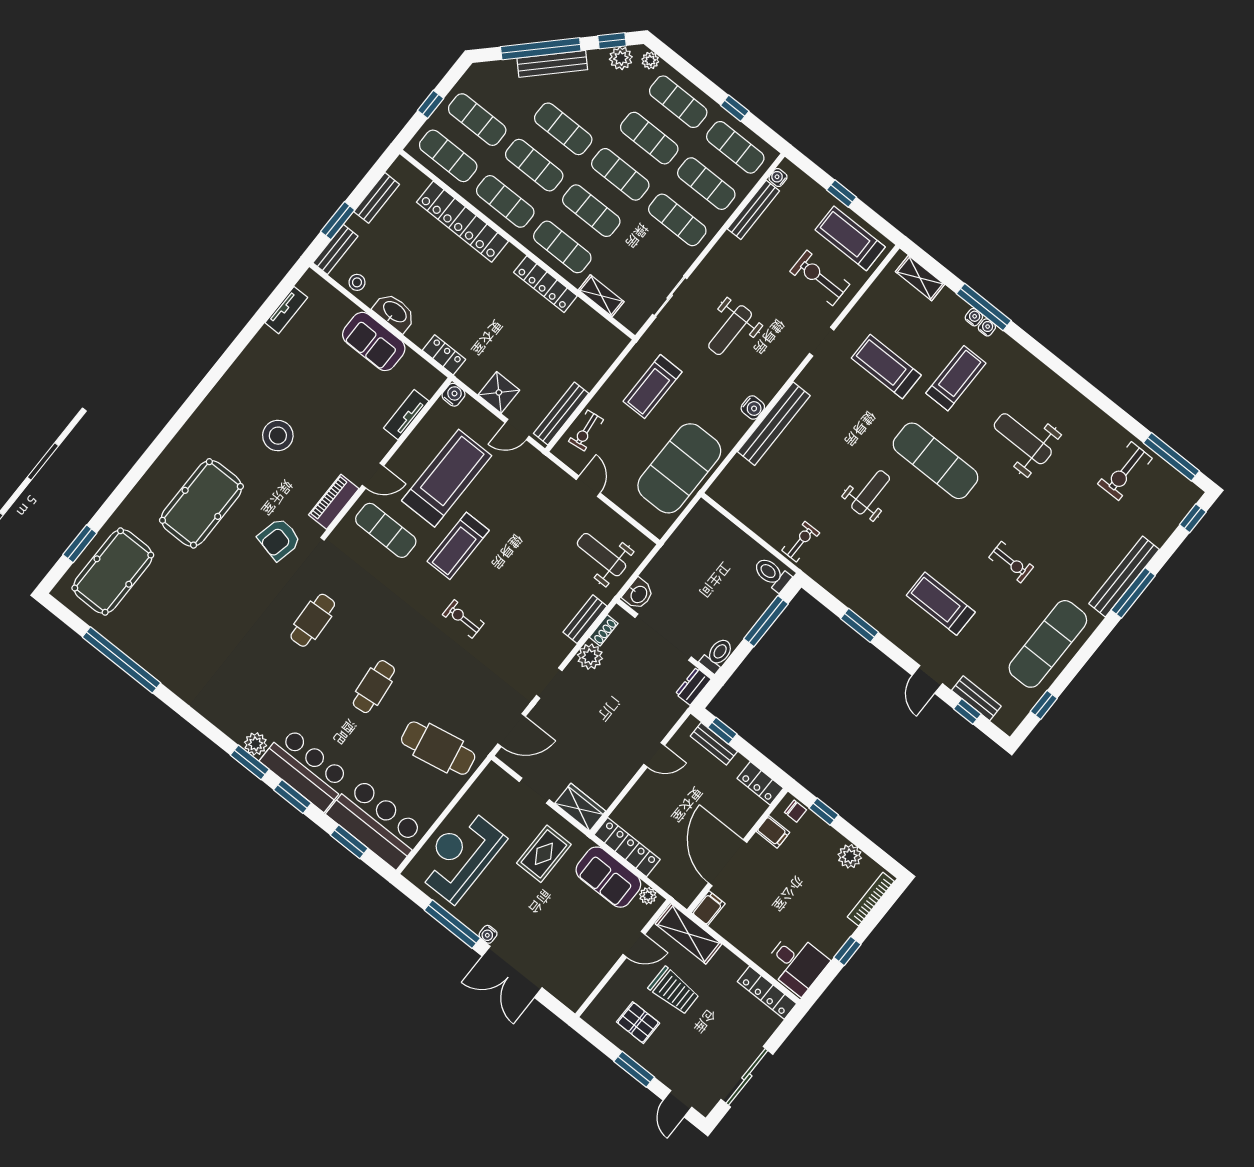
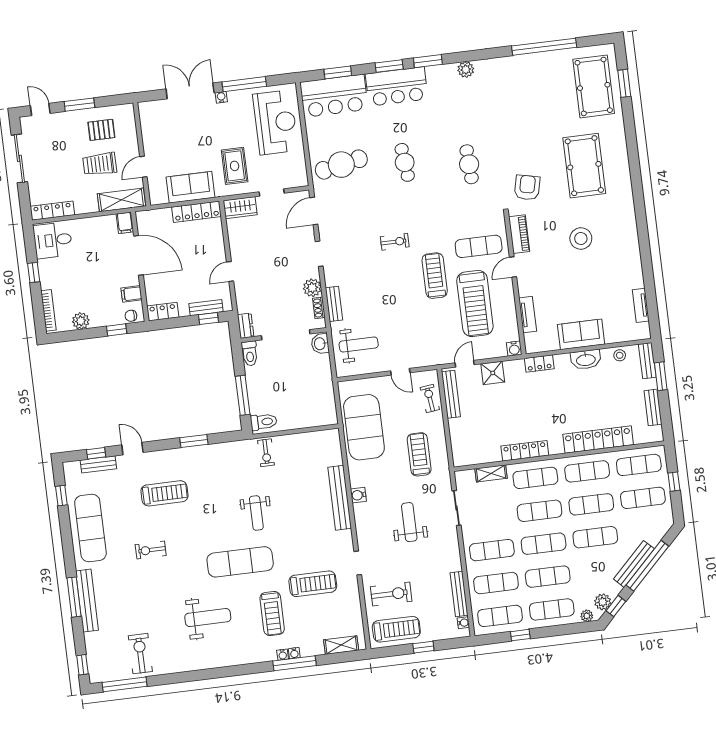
plant: (256, 744) -> (466, 70), moved
plant: (648, 896) -> (161, 198), removed

